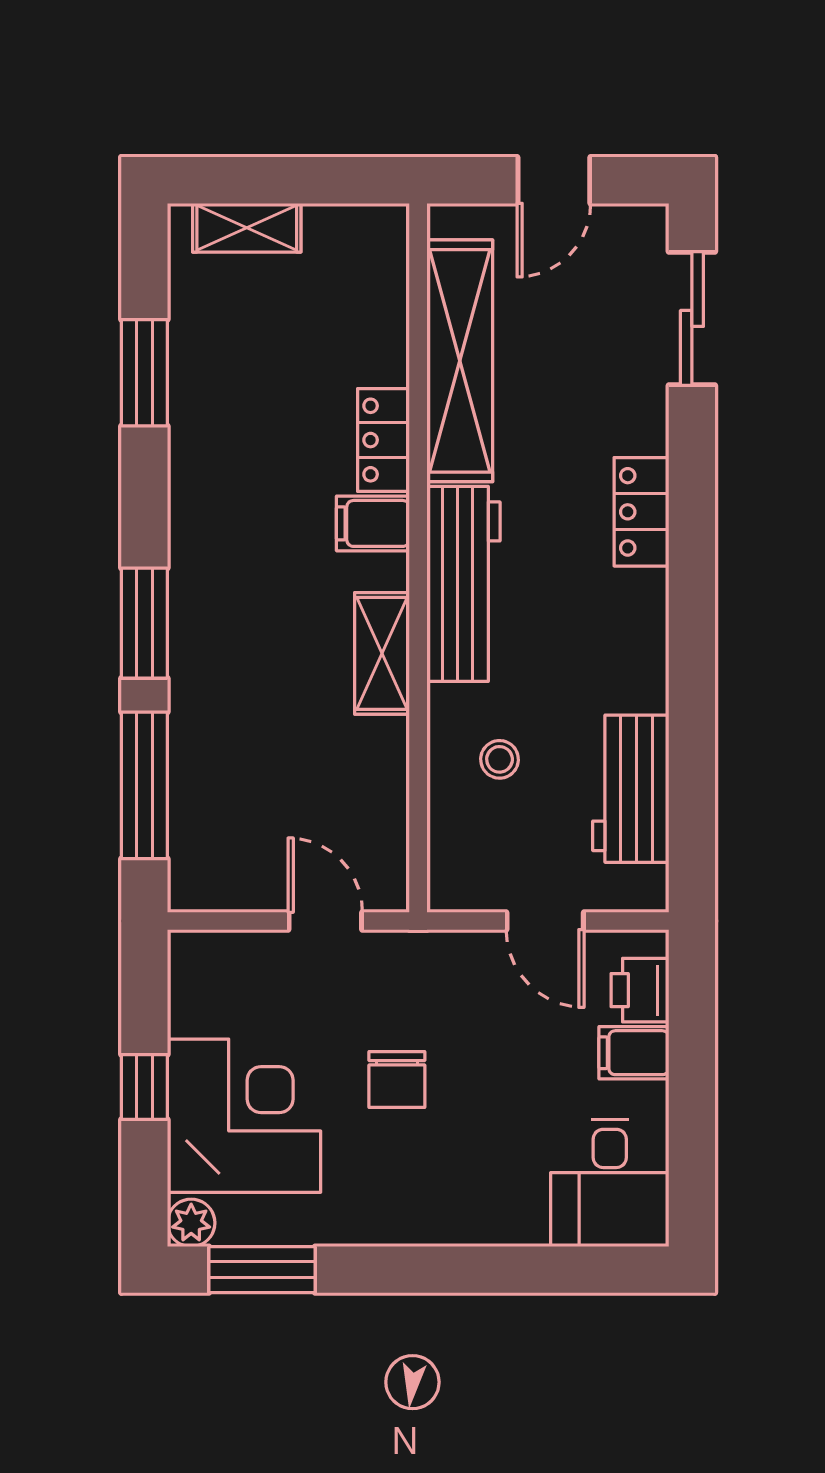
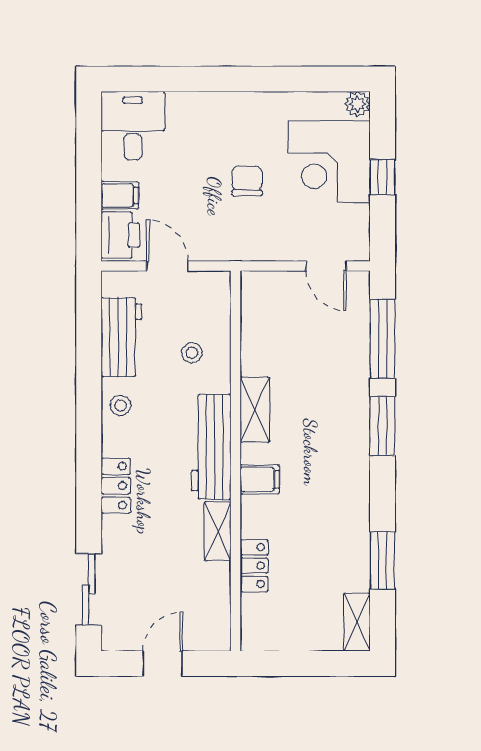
shelving: (247, 228) -> (357, 622), moved, turned 90
shelving: (460, 361) -> (218, 531), width x0.45, depth x0.75
locker: (384, 440) -> (254, 566), moved
stool: (632, 662) -> (121, 405), added
door: (325, 921) -> (326, 266), moved
printer: (640, 990) -> (120, 235), width x1.36, depth x1.24
window: (262, 1270) -> (319, 79), removed

